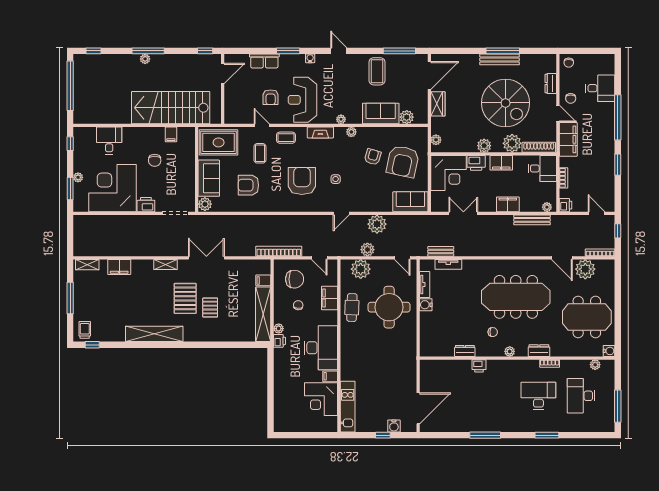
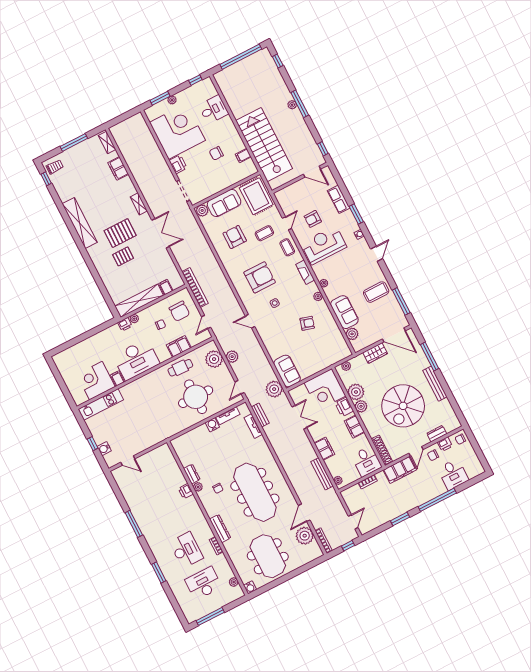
window: (503, 51) -> (430, 357), moved
plant: (512, 143) -> (356, 392), moved
armchair: (403, 161) -> (316, 349), removed
printer: (566, 205) -> (445, 444), moved
plant: (377, 224) -> (274, 389), moved
plant: (510, 351) -> (198, 487), moved
dresser: (539, 351) -> (220, 529), width x1.44
door: (418, 408) -> (128, 461), width x0.53

